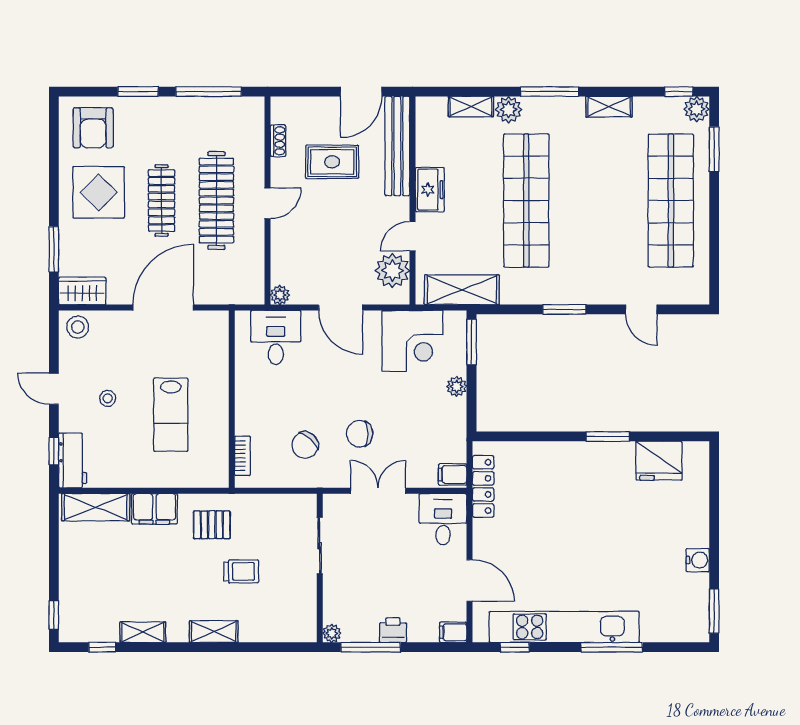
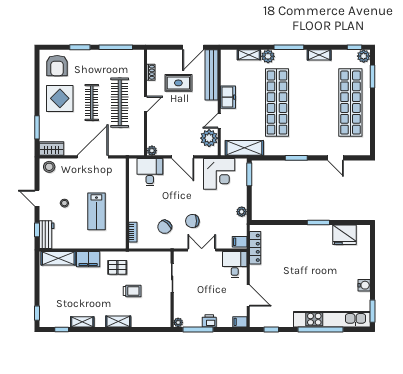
plant: (457, 386) -> (242, 212), moved
kitchen unit: (564, 627) -> (332, 319), moved
window: (612, 647) -> (321, 329), width x1.46

